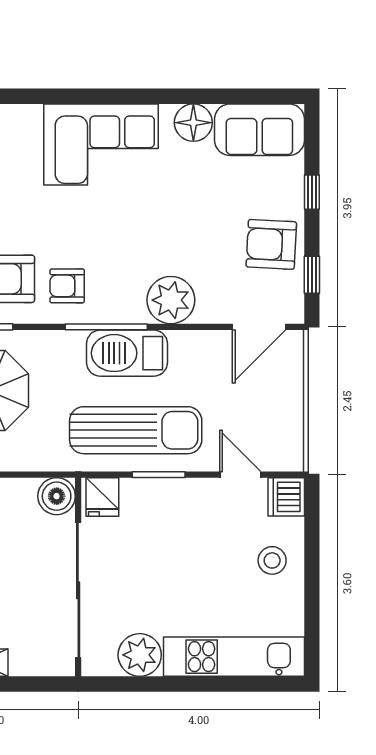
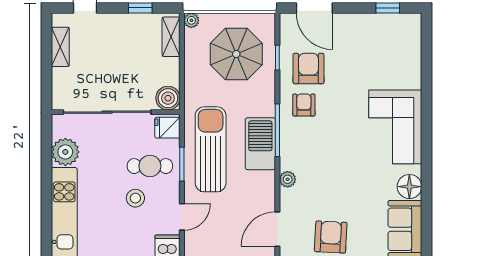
plant: (171, 300) -> (288, 179), width x0.53, depth x0.53
door: (259, 327) -> (277, 229), hinge flipped
sun lounger: (136, 430) -> (211, 149), turned 180
cafe table: (162, 524) -> (150, 166), added
stool: (272, 560) -> (135, 198), moved

